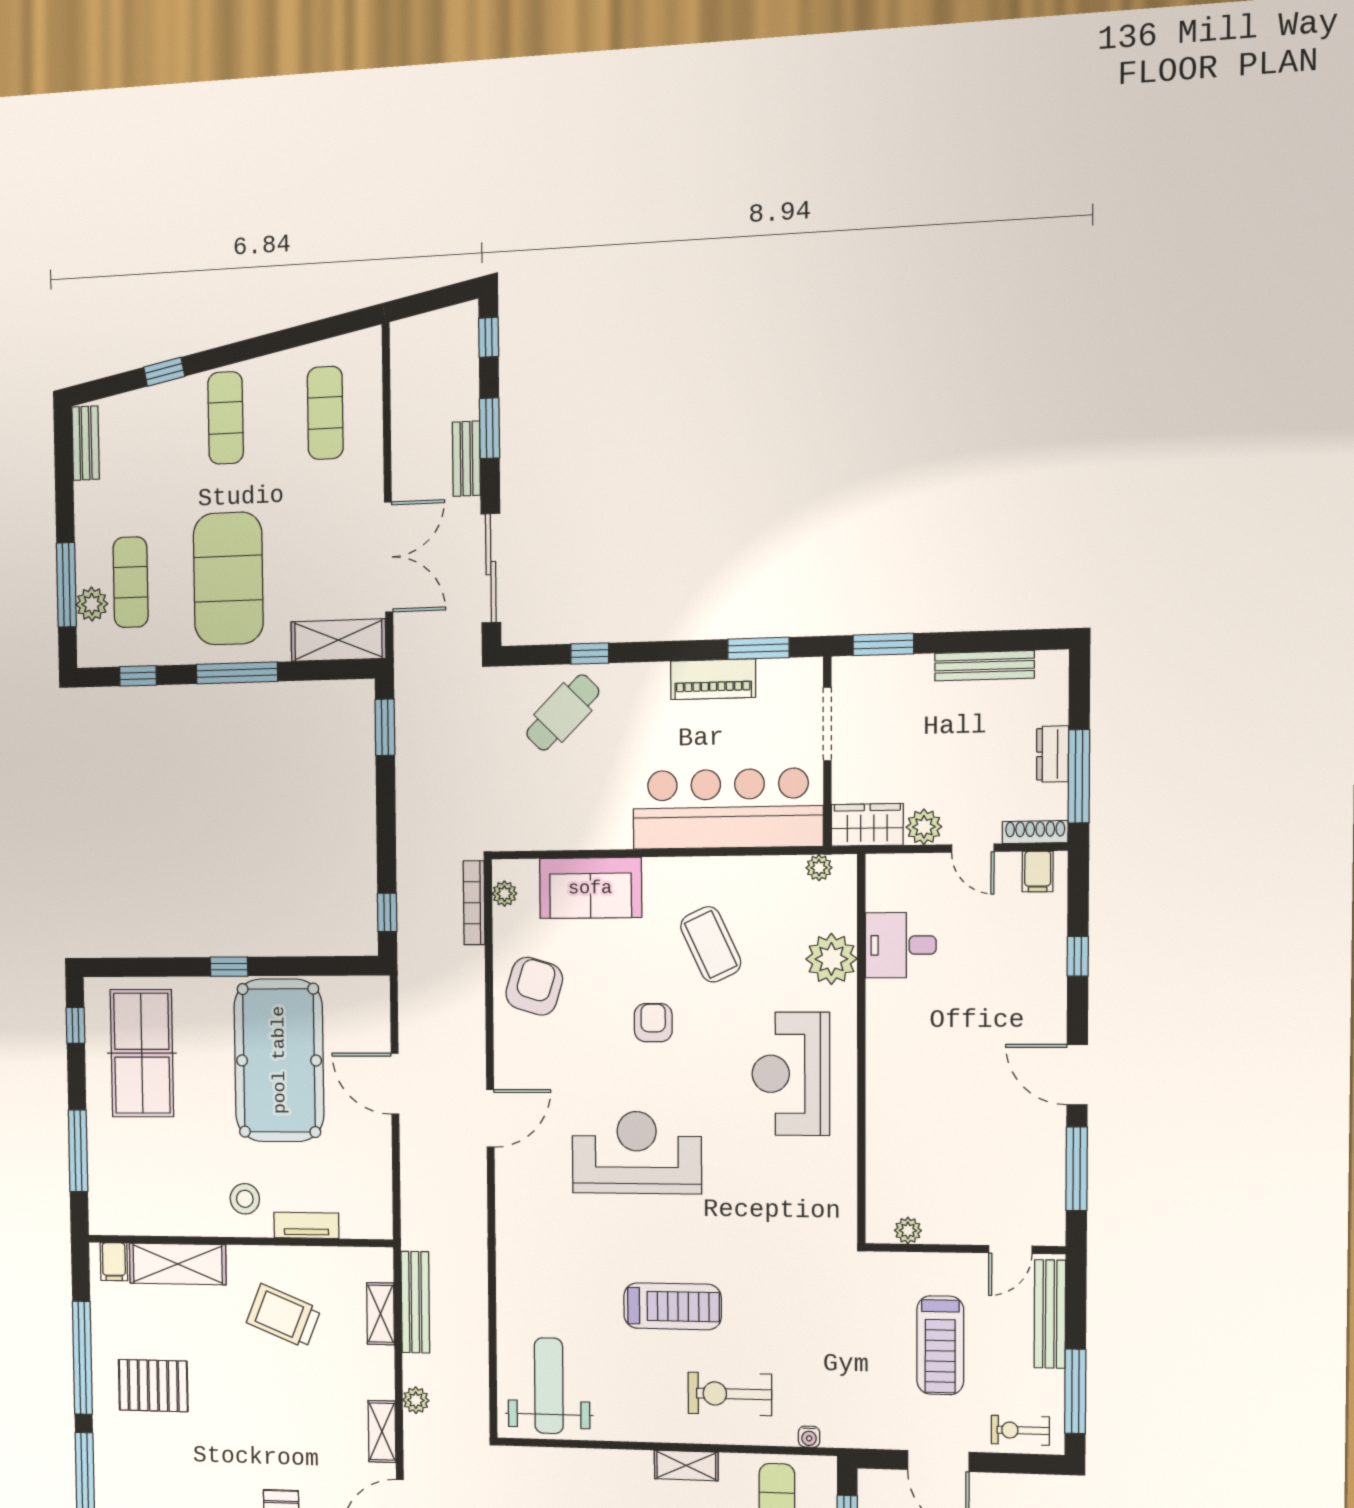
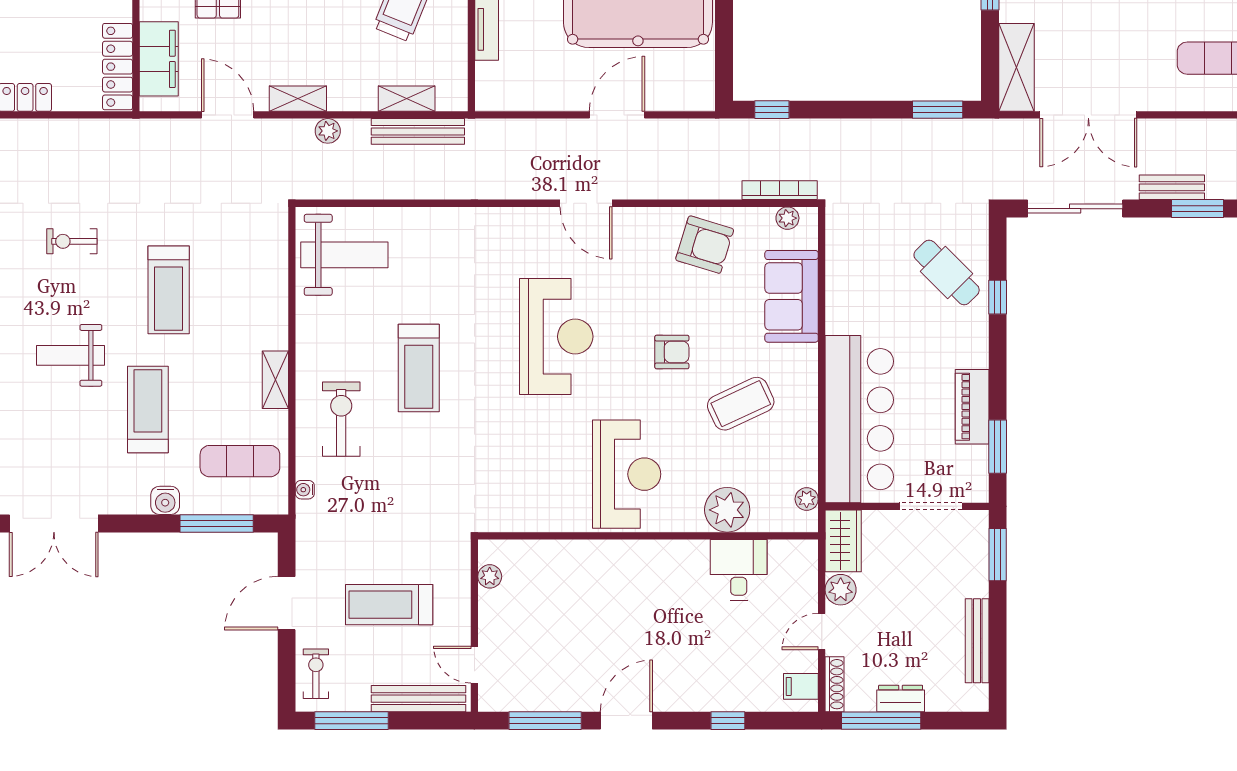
reception desk: (791, 1074) -> (627, 474), turned 90

